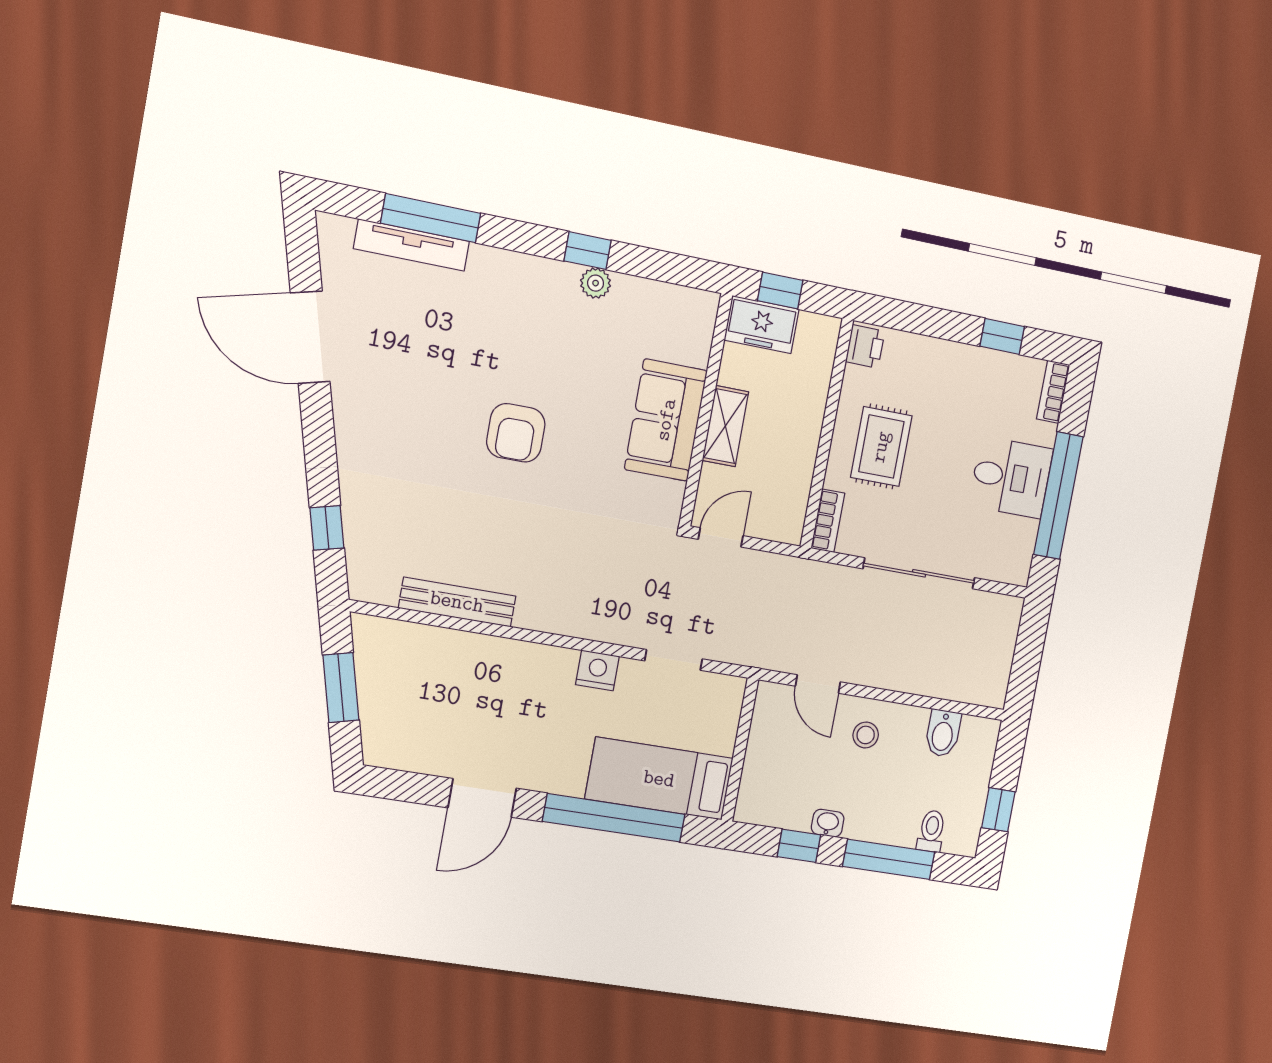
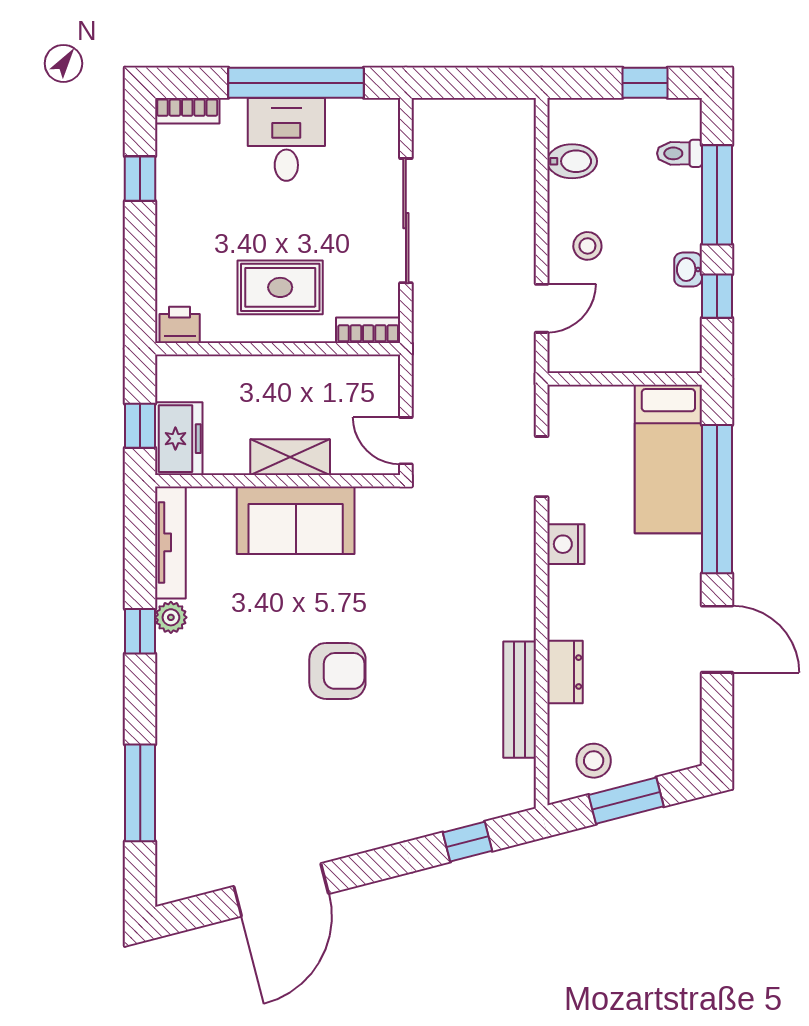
tv unit: (412, 245) -> (170, 542), moved
dresser: (476, 650) -> (565, 672), added
stool: (386, 663) -> (594, 761), added

